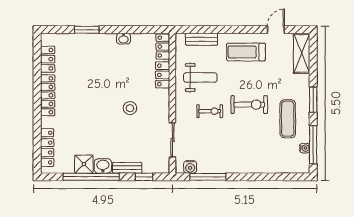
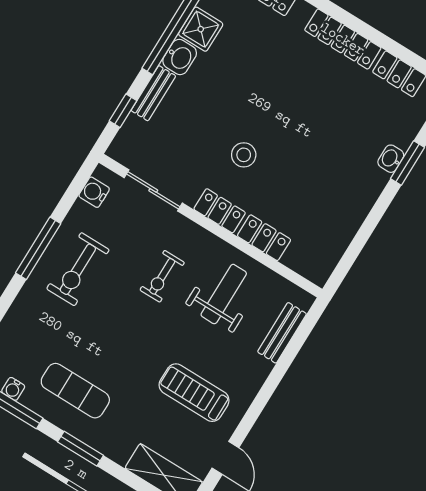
washbasin: (124, 39) -> (391, 159), moved
locker: (163, 47) -> (220, 211), moved
treadmill: (246, 52) -> (194, 393), moved, turned -90
weight bench: (200, 77) -> (224, 294), turned 180
exercise bike: (249, 105) -> (78, 269), moved
window: (208, 177) -> (38, 248), moved

